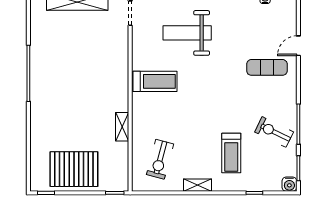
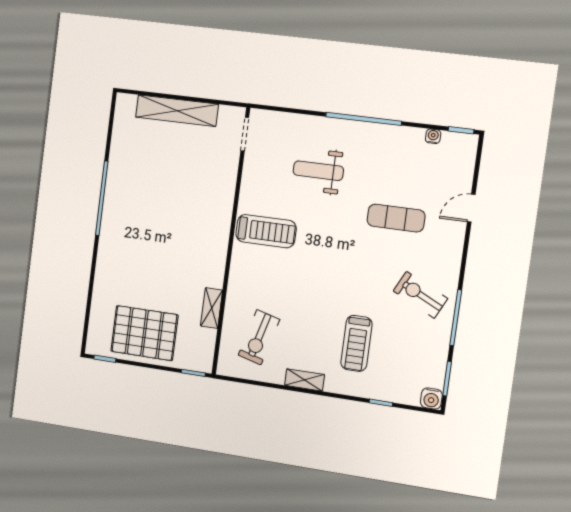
weight bench: (187, 33) -> (318, 171), width x0.73, depth x0.75
exercise mat: (267, 67) -> (396, 218), moved
shelving: (122, 127) -> (212, 308), moved
exercise bike: (274, 132) -> (420, 295), moved

